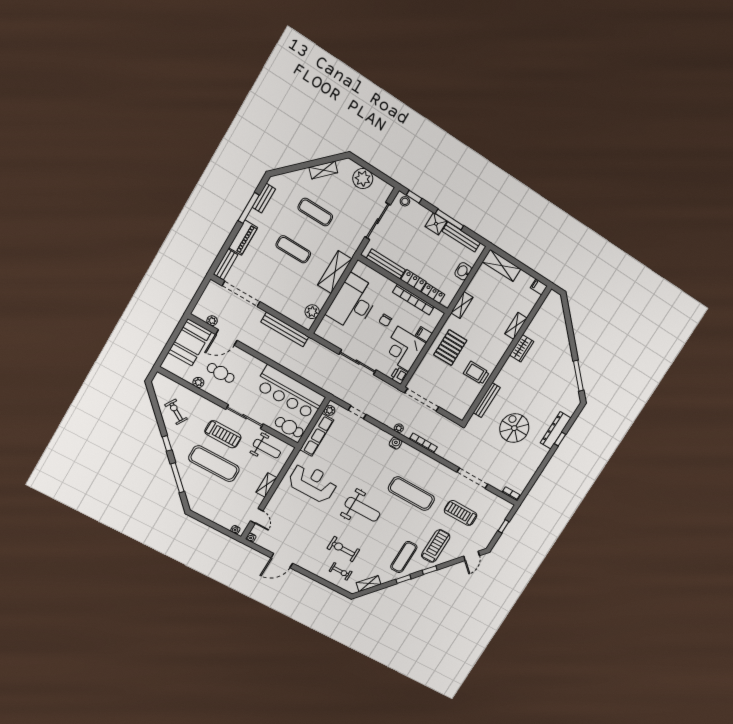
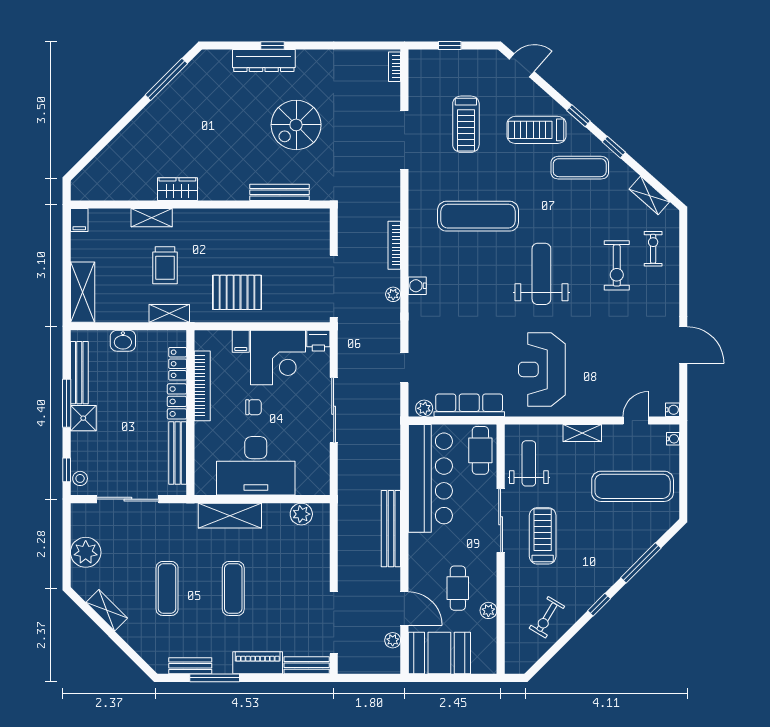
bench: (285, 329) -> (391, 529), moved
trolley: (476, 373) -> (165, 265), moved
exercise mat: (214, 464) -> (633, 486), moved, turned 90
exercise mat: (411, 494) -> (478, 216), turned 90

